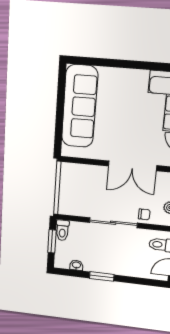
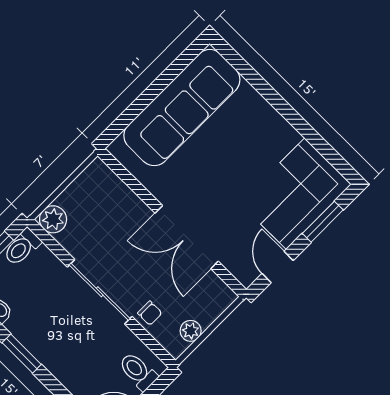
plant: (65, 207) -> (53, 219), added

